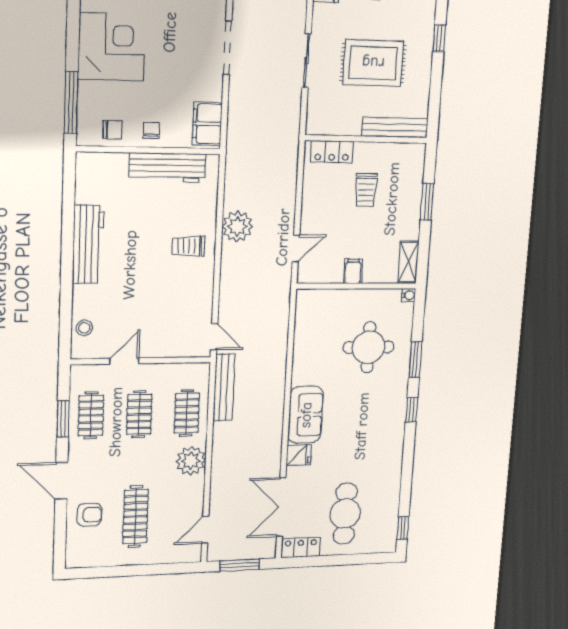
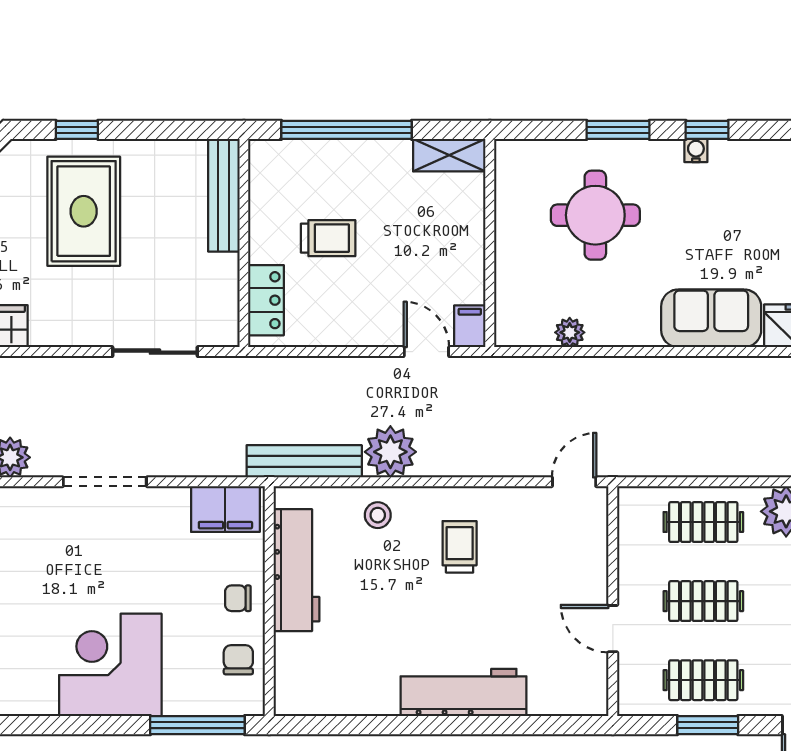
sliding door: (307, 60) -> (155, 352), moved
rug: (373, 63) -> (84, 211), moved
window: (427, 202) -> (346, 130), width x2.11
workbench: (88, 245) -> (464, 692), moved
trolley: (188, 246) -> (460, 547), moved, turned 180
filing cabinet: (353, 271) -> (470, 326), moved, turned 90
water cooler: (409, 295) -> (696, 151), moved
stool: (84, 328) -> (378, 515), moved
plant: (302, 333) -> (570, 332), added
bench: (224, 387) -> (304, 461), moved

